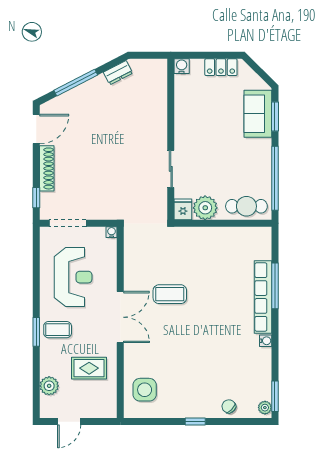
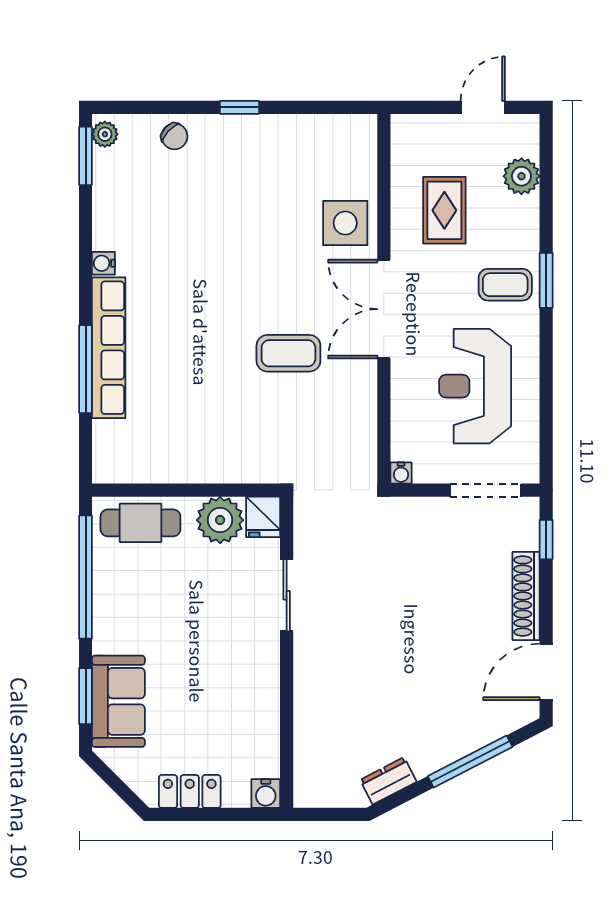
rug: (89, 368) -> (444, 210), turned 90
side table: (145, 390) -> (345, 223), moved

